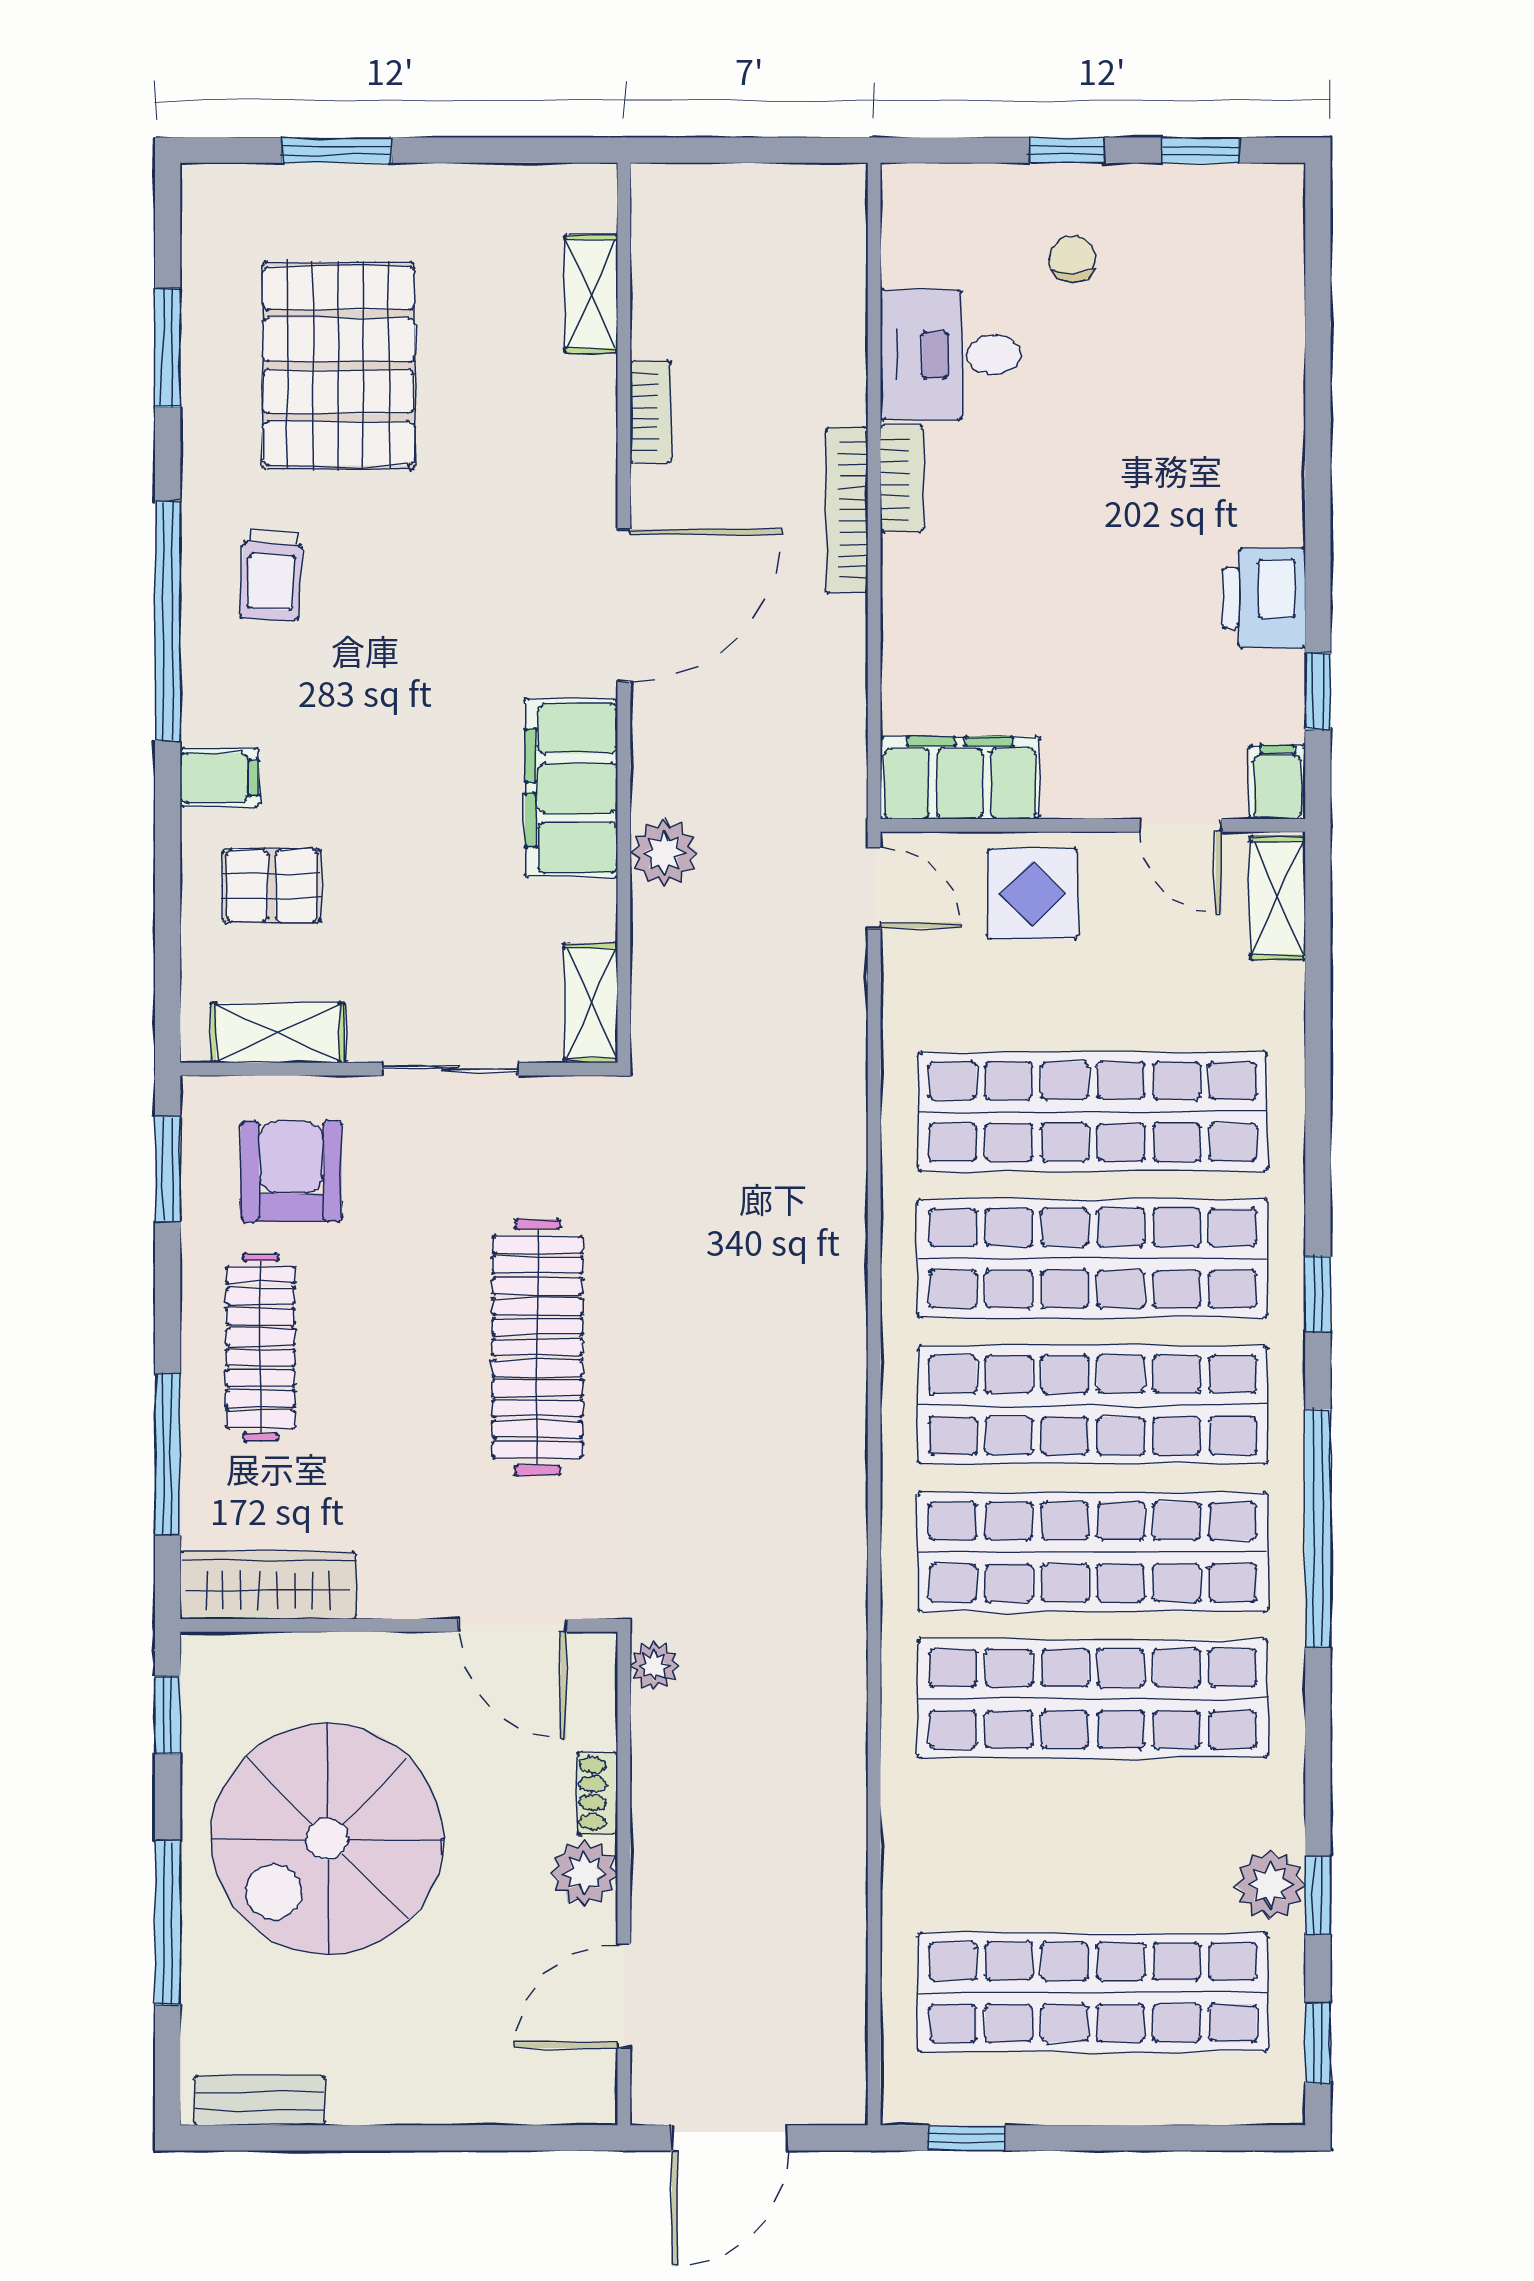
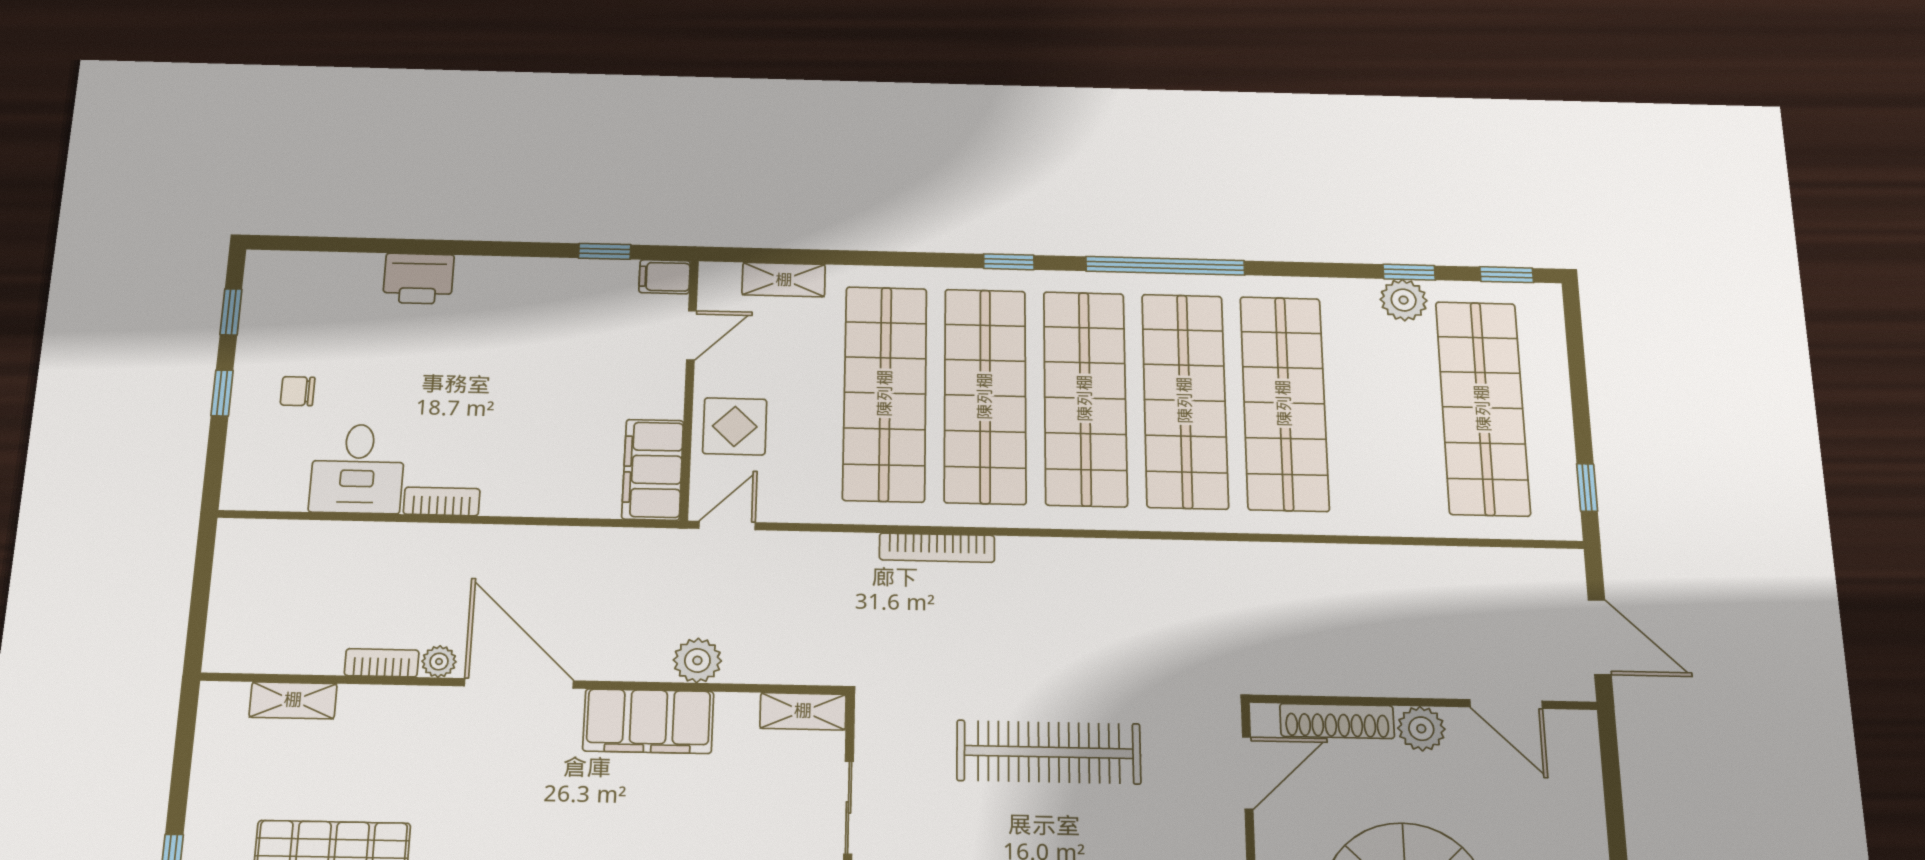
bookcase: (847, 510) -> (937, 548), moved
printer: (1264, 598) -> (418, 279), moved
shelving: (1278, 898) -> (784, 280), moved
plant: (654, 1666) -> (439, 662), moved
shoe rack: (598, 1793) -> (1337, 721), width x1.94, depth x1.24

